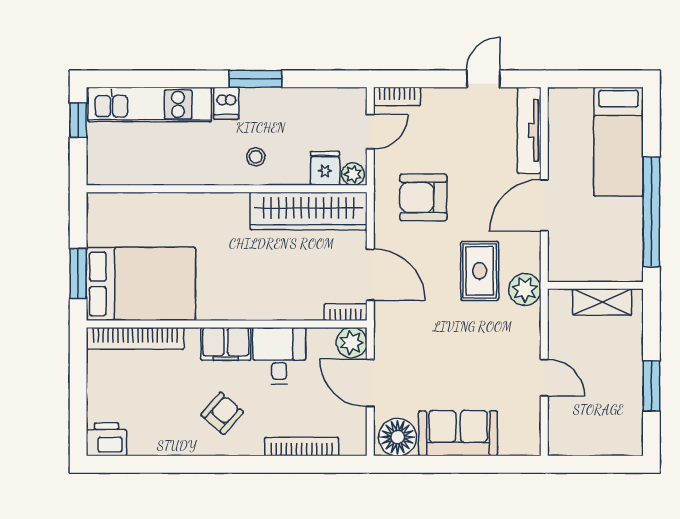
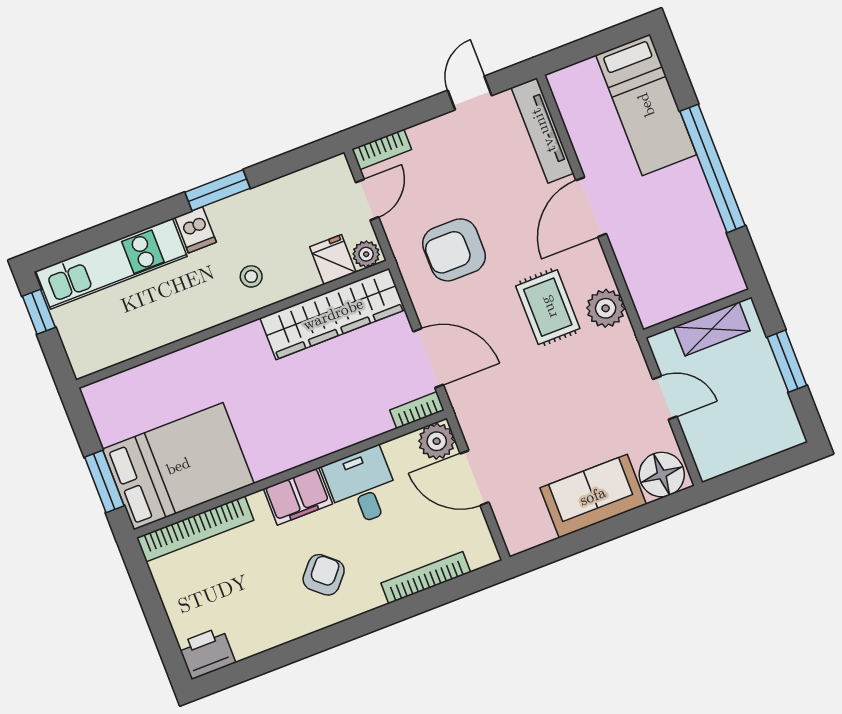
wall: (595, 285) -> (697, 313), moved
shelving: (602, 302) -> (712, 329), moved
floor lamp: (398, 437) -> (662, 475), moved

